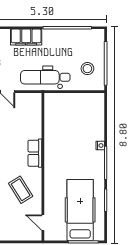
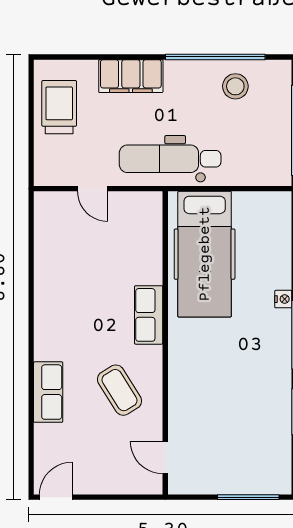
stool: (87, 69) -> (235, 86), moved
hospital bed: (80, 210) -> (205, 254), moved, turned 180

